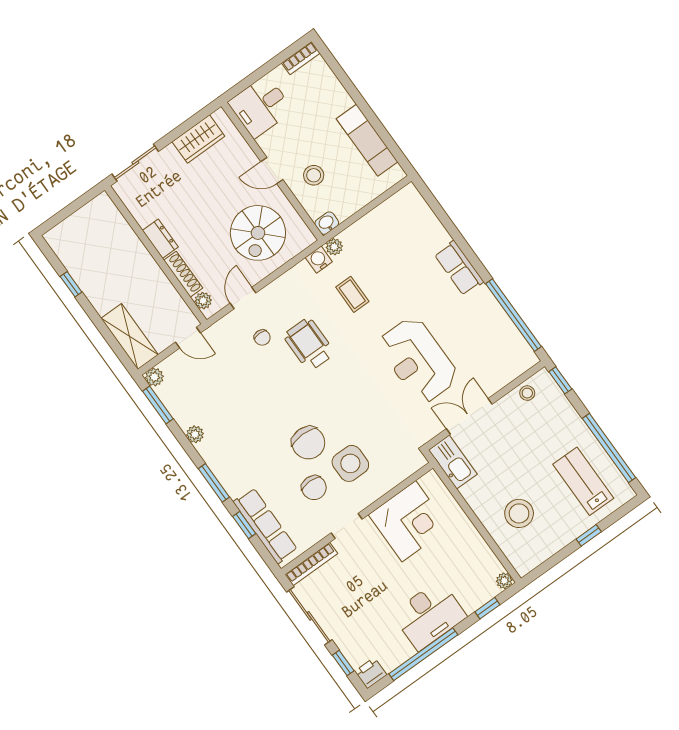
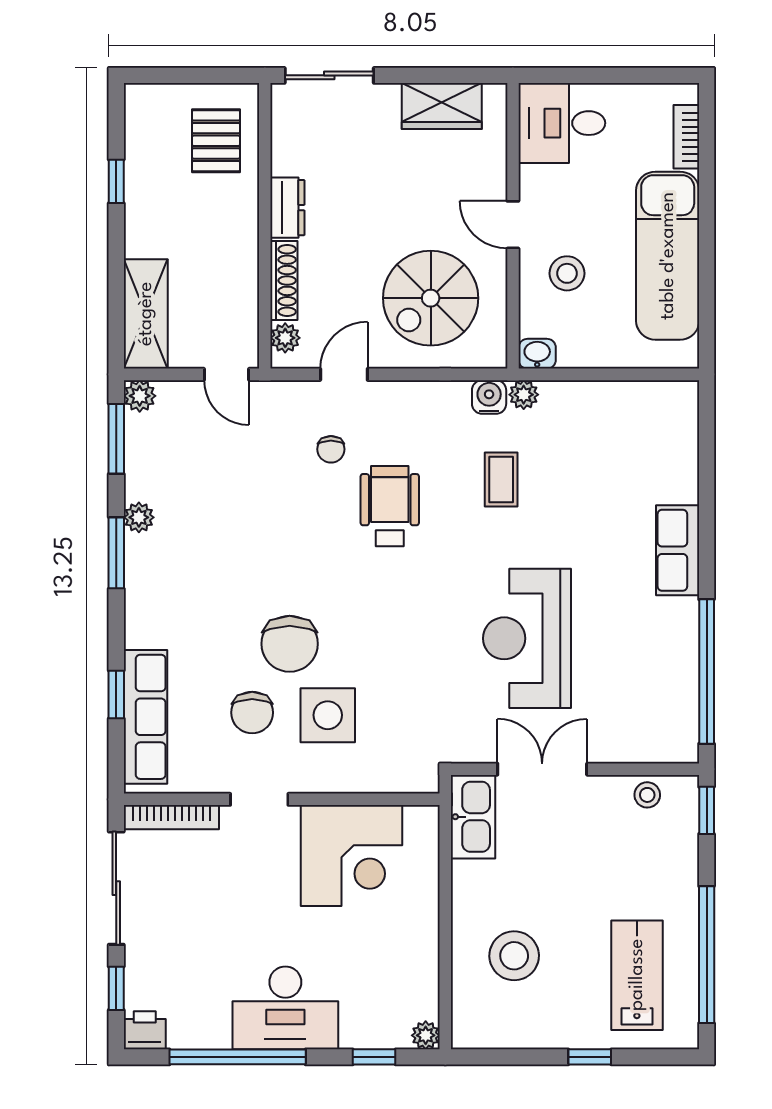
bookcase: (301, 58) -> (686, 137), moved, turned 90
exam couch: (367, 140) -> (668, 256), width x1.36, depth x1.45
pallet: (104, 231) -> (216, 141), added
window: (214, 483) -> (116, 553), moved

